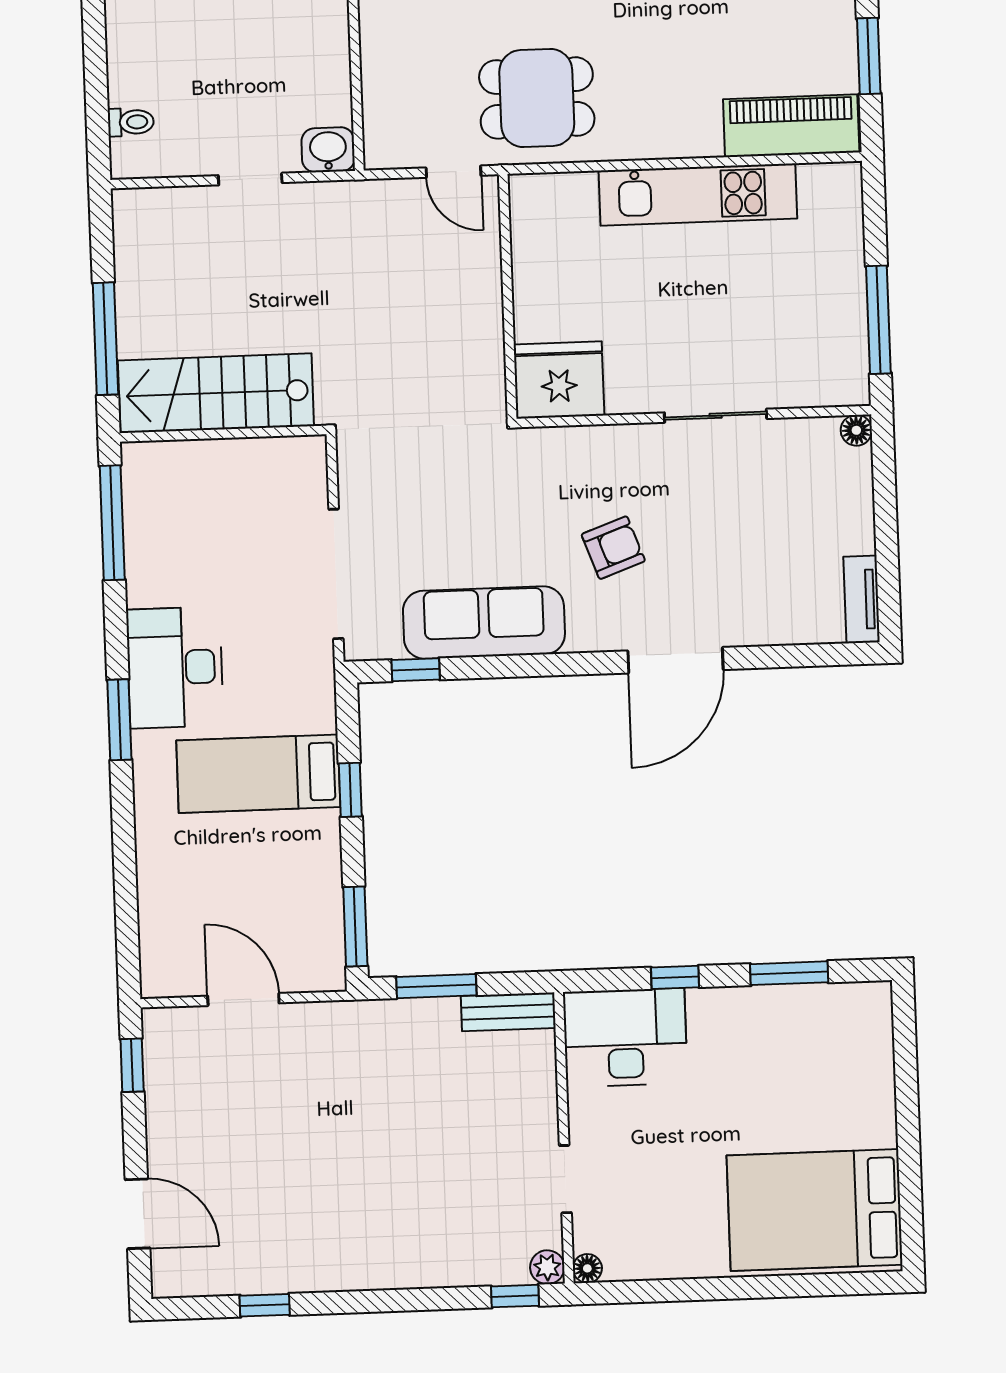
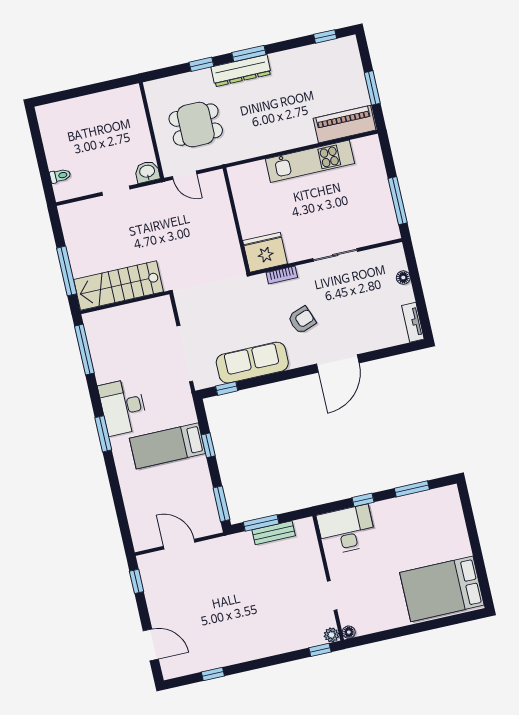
dining table: (537, 98) -> (196, 125), moved
door: (453, 172) -> (185, 175), moved
floor lamp: (856, 430) -> (403, 278), moved
bookcase: (587, 438) -> (282, 275), added
bench: (508, 1012) -> (274, 533), moved

